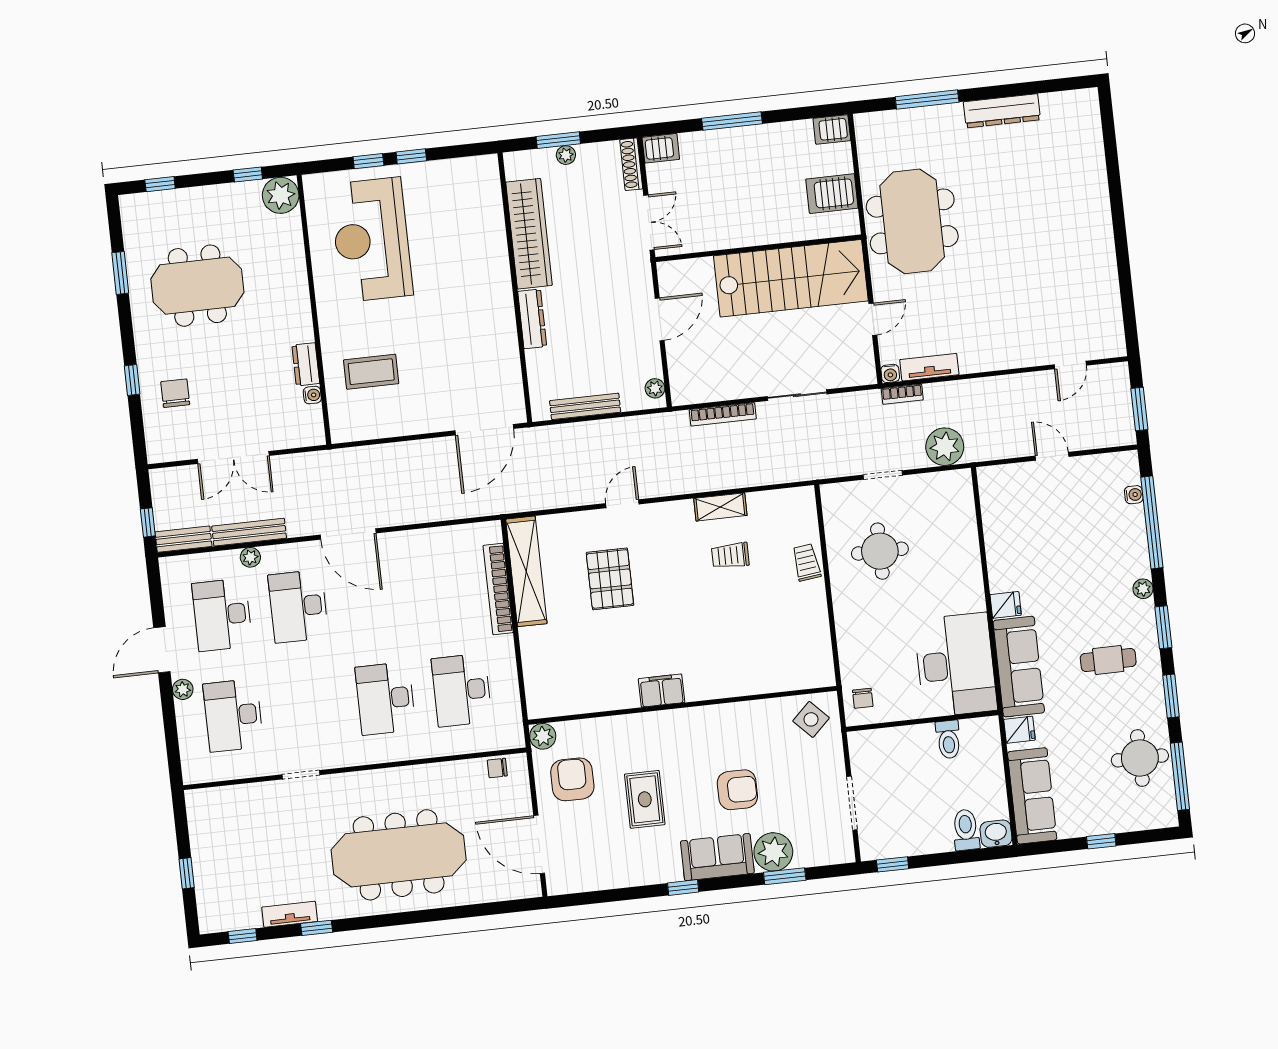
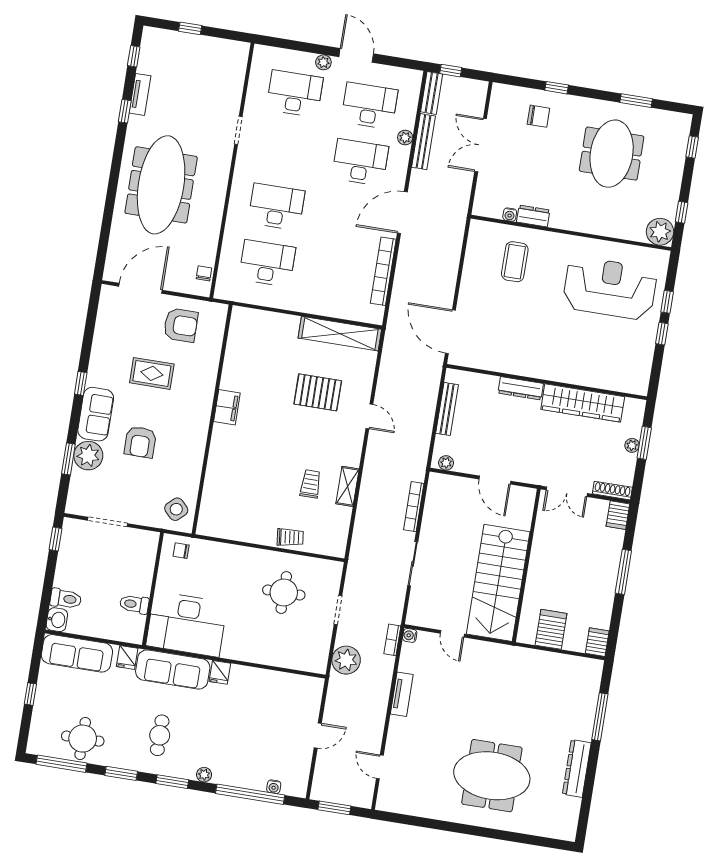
meeting table: (912, 221) -> (492, 776), moved
tv unit: (929, 367) -> (402, 694), moved
bookcase: (498, 589) -> (383, 271), moved, turned -90
plant: (543, 736) -> (218, 312), removed

